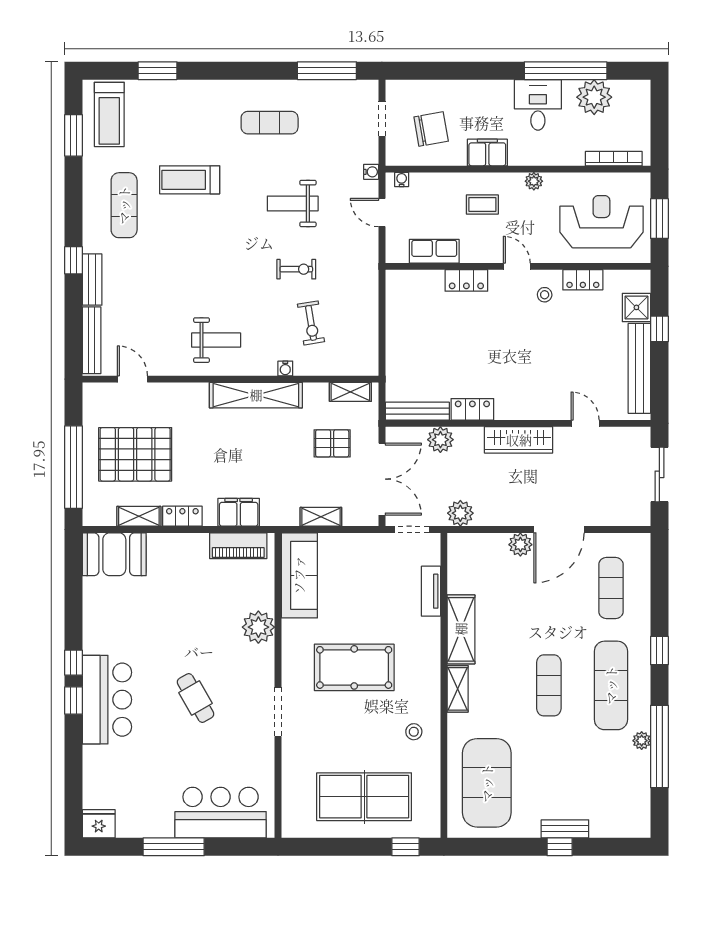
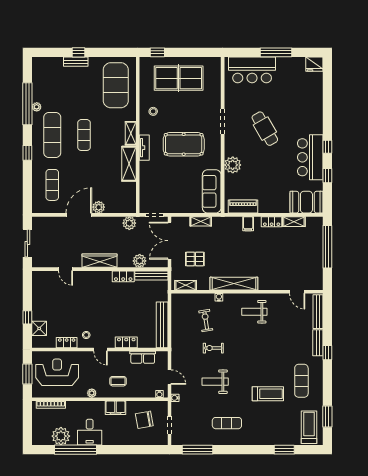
weight bench: (293, 203) -> (215, 382), turned 180
reception desk: (601, 222) -> (57, 372), turned 180
bench: (639, 368) -> (162, 325), moved
pallet: (135, 454) -> (296, 253), removed
filing cabinet: (239, 512) -> (248, 224), width x0.50
tv unit: (431, 591) -> (144, 148), moved
cafe table: (196, 698) -> (265, 129), width x1.37, depth x1.35
window: (73, 700) -> (327, 176), moved
bar counter: (107, 700) -> (310, 157), moved

